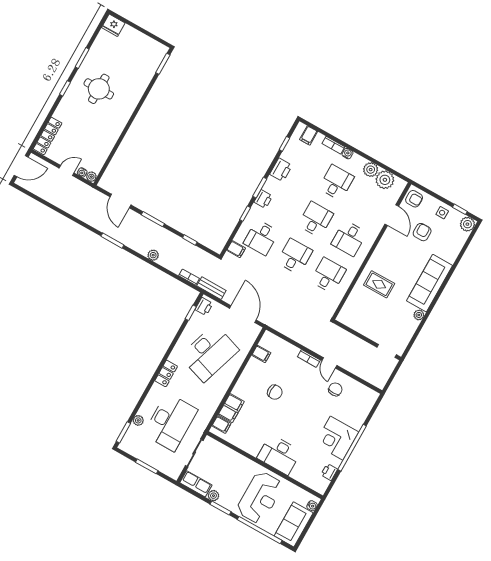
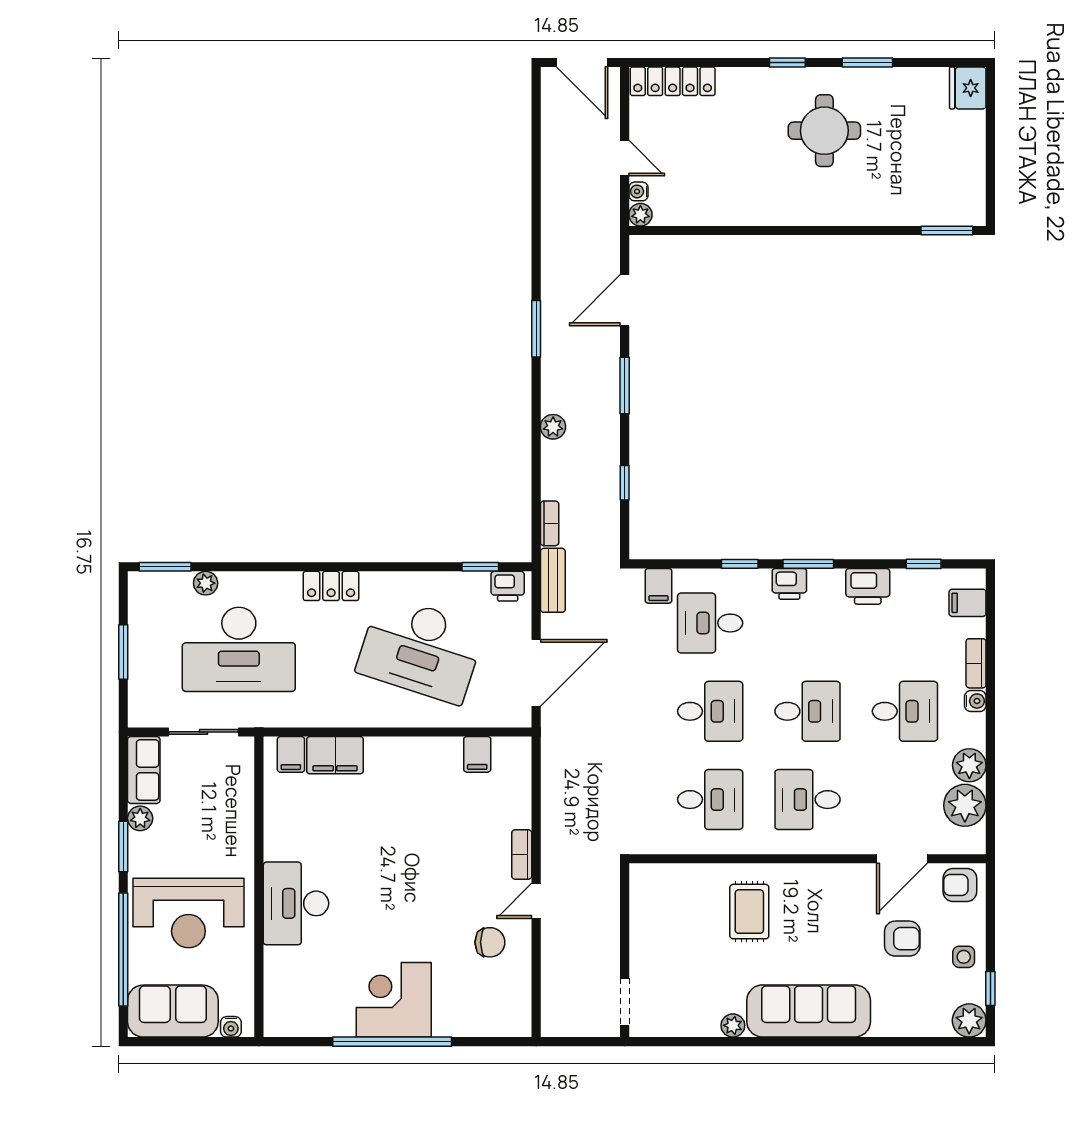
armchair: (414, 199) -> (960, 885), turned 90
chair: (275, 392) -> (416, 824), removed
printer: (329, 472) -> (318, 1023), removed

